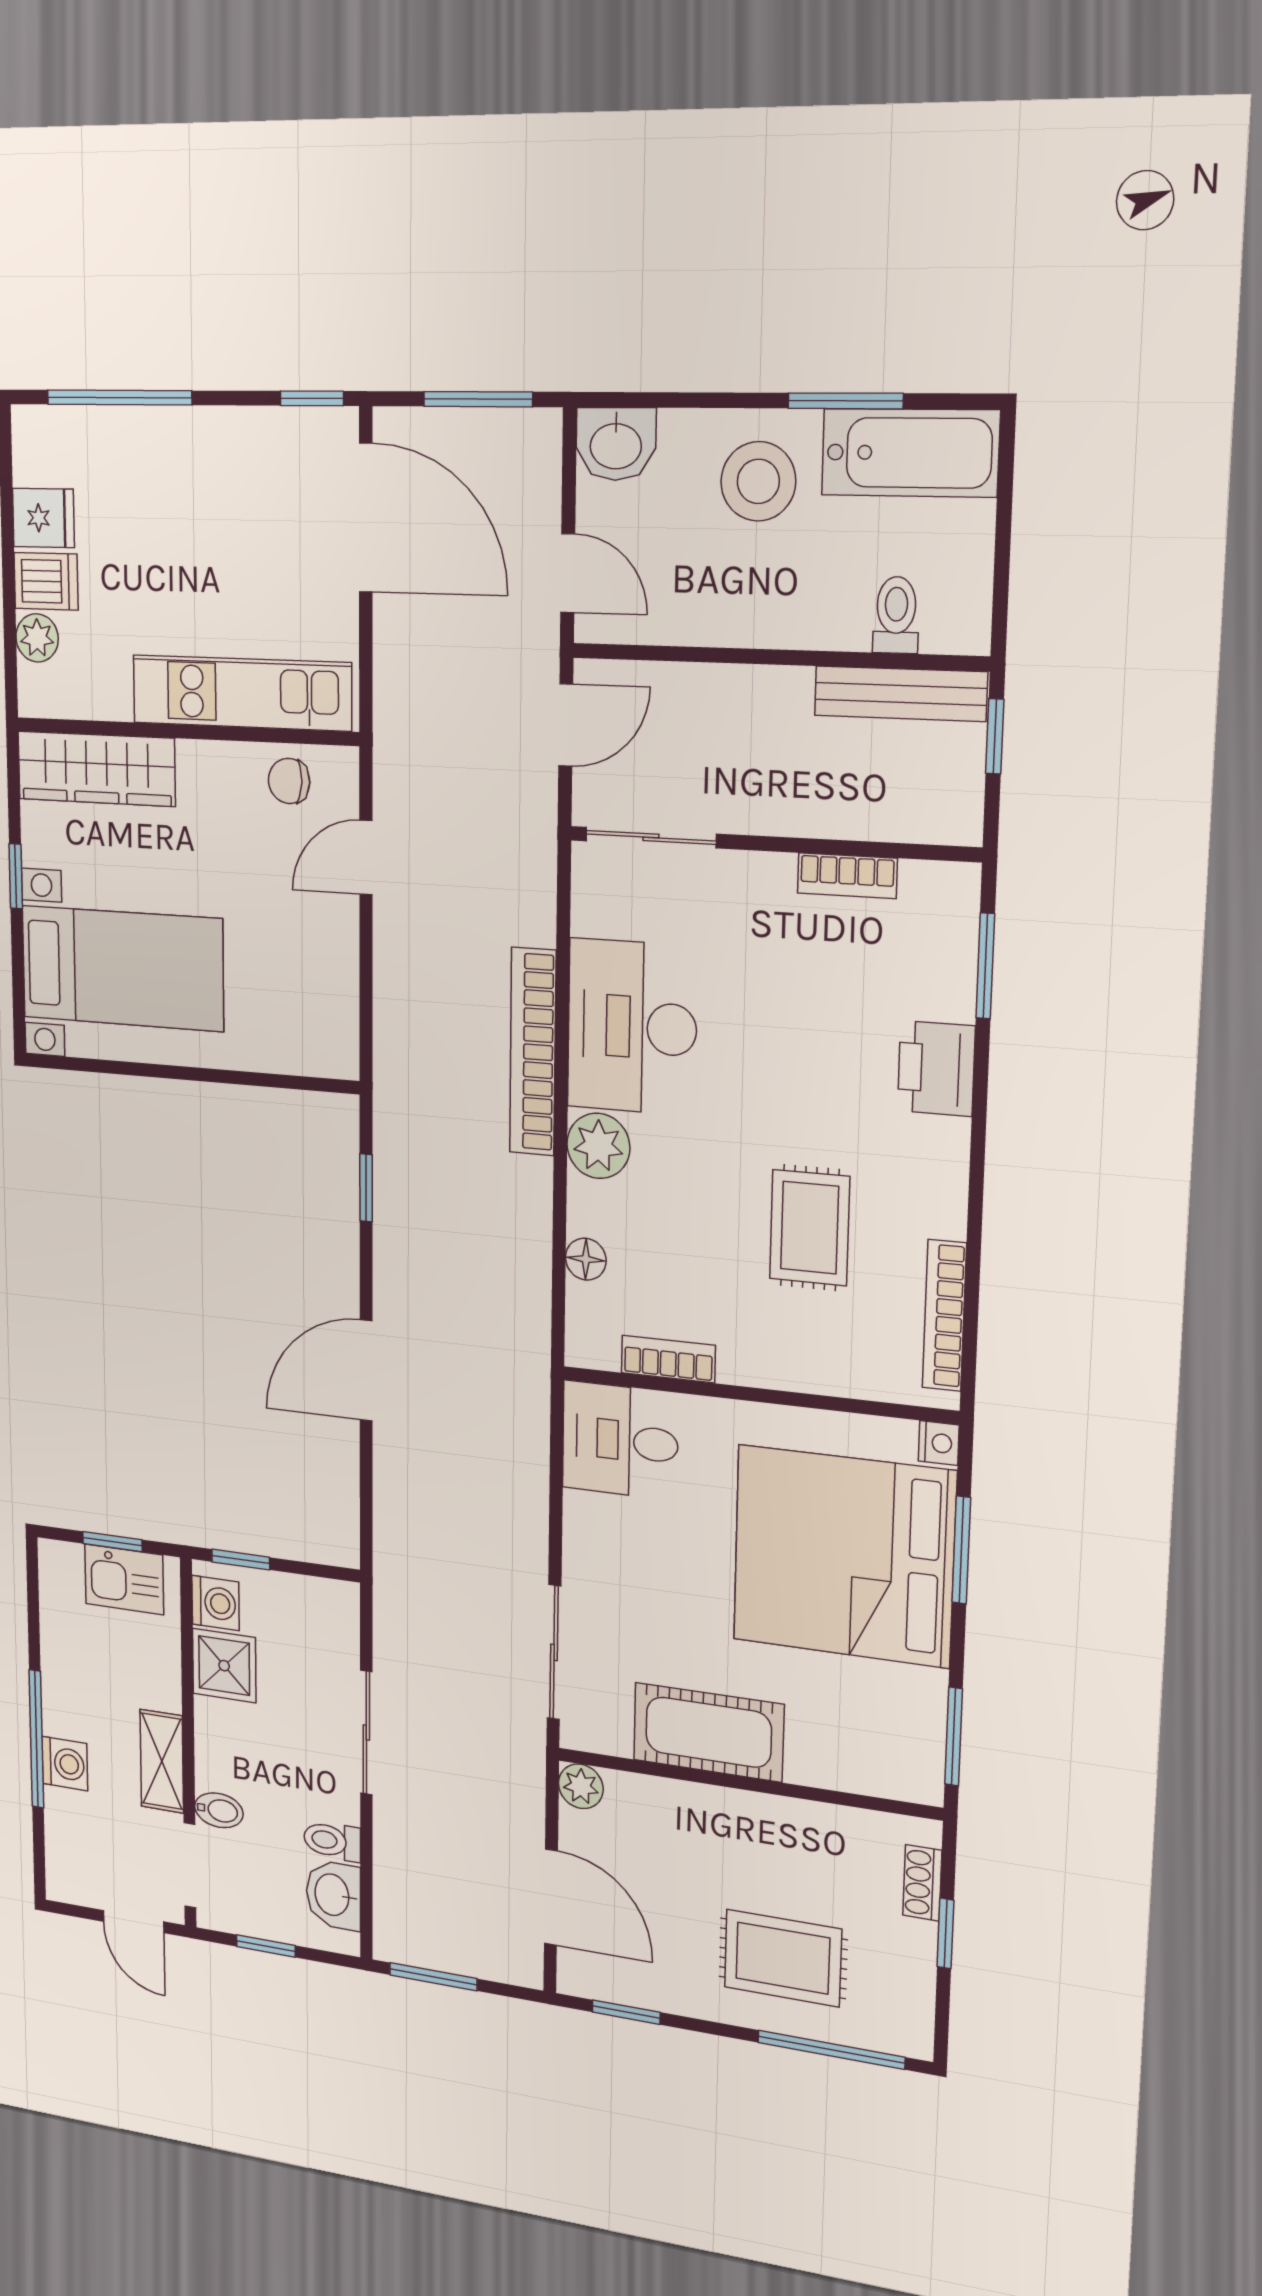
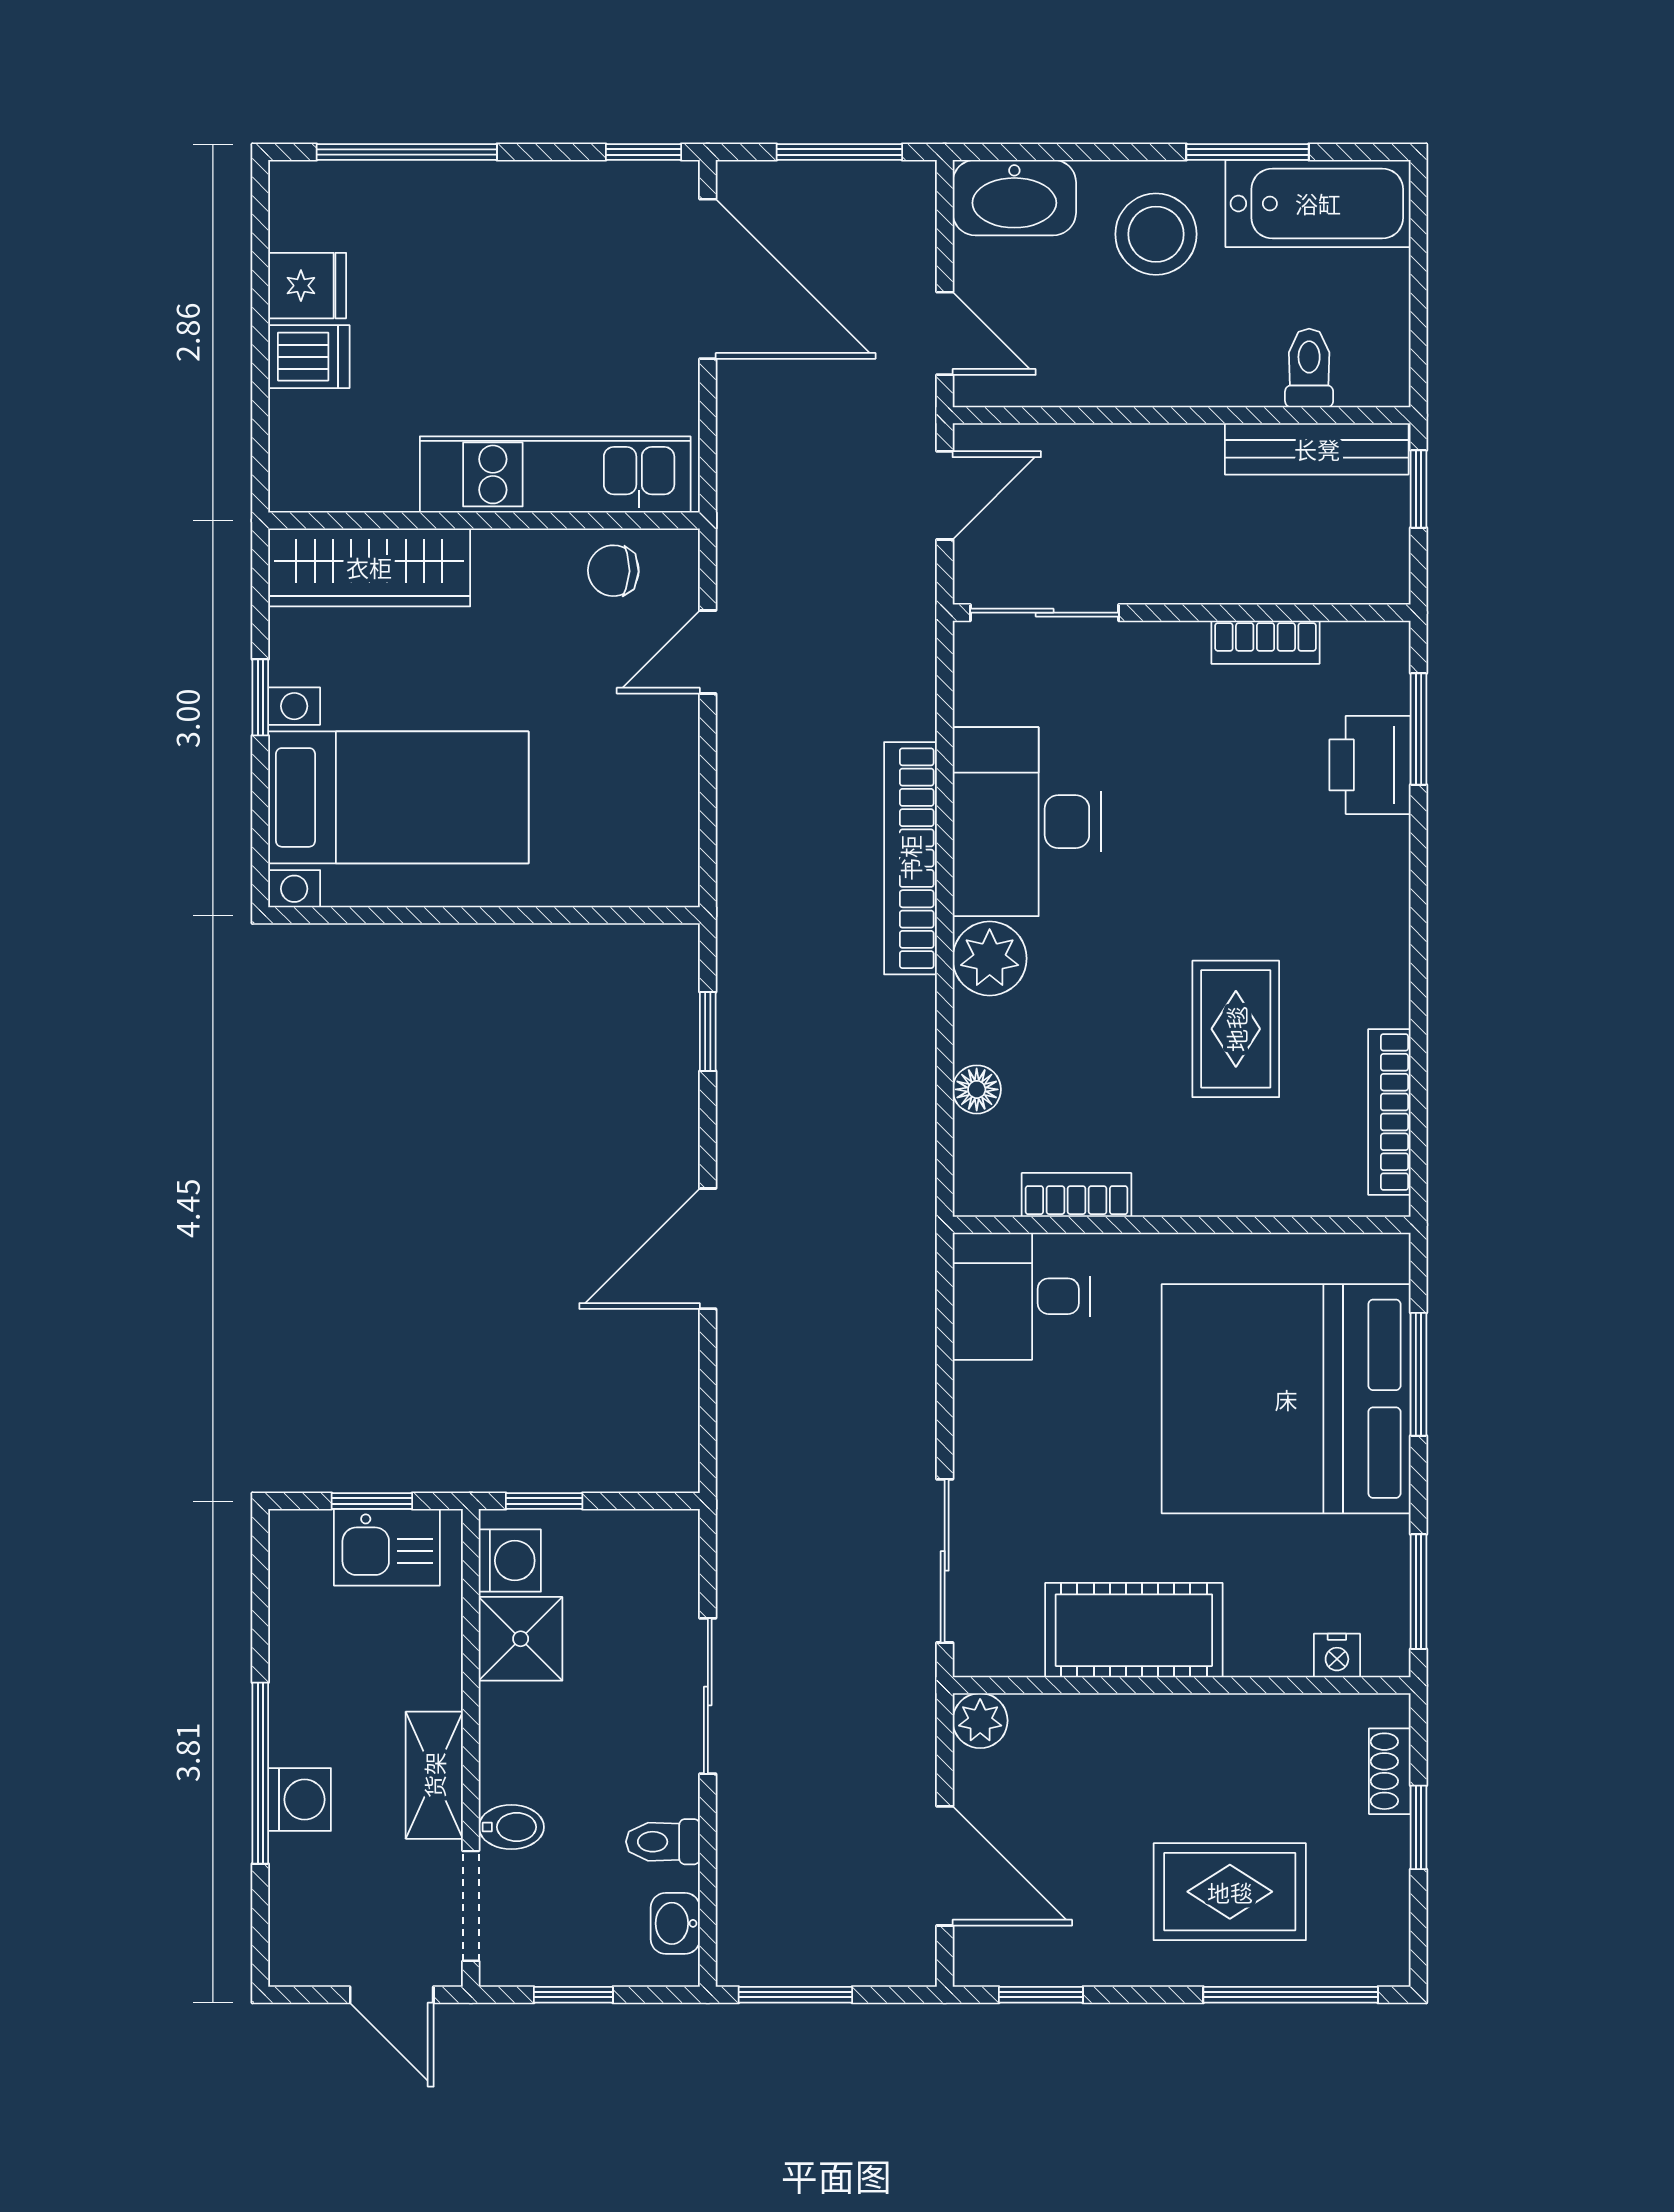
washbasin: (616, 444) -> (1014, 198), width x1.38
plant: (37, 638) -> (296, 421), removed
printer: (936, 1069) -> (1370, 765), moved
nightstand: (939, 1443) -> (1337, 1656), moved, turned 90
washbasin: (333, 1895) -> (675, 1923), width x0.72, depth x0.69

